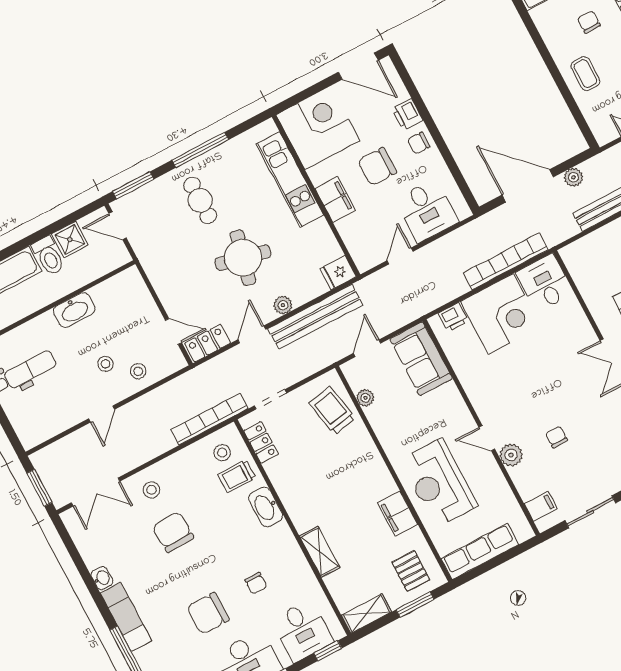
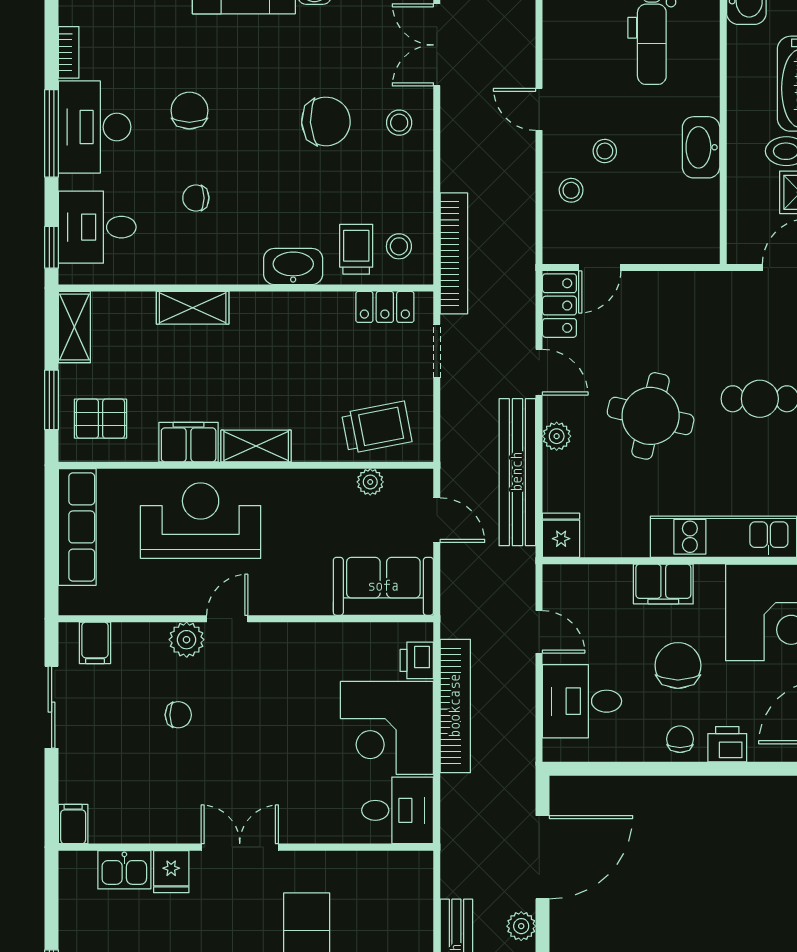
bookcase: (506, 261) -> (455, 706), moved
shelving: (379, 474) -> (256, 446), added
chair: (208, 613) -> (189, 111), width x0.73, depth x0.73

